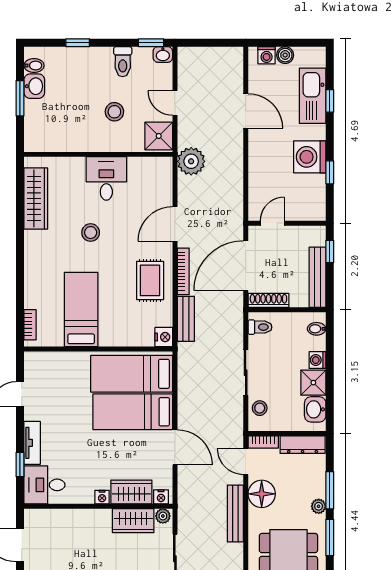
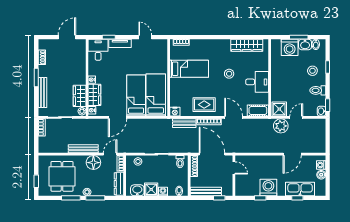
stool: (114, 112) -> (312, 71), moved
washing machine: (40, 116) -> (290, 47), added
plant: (191, 161) -> (281, 126), moved
cot: (162, 177) -> (258, 111), added

